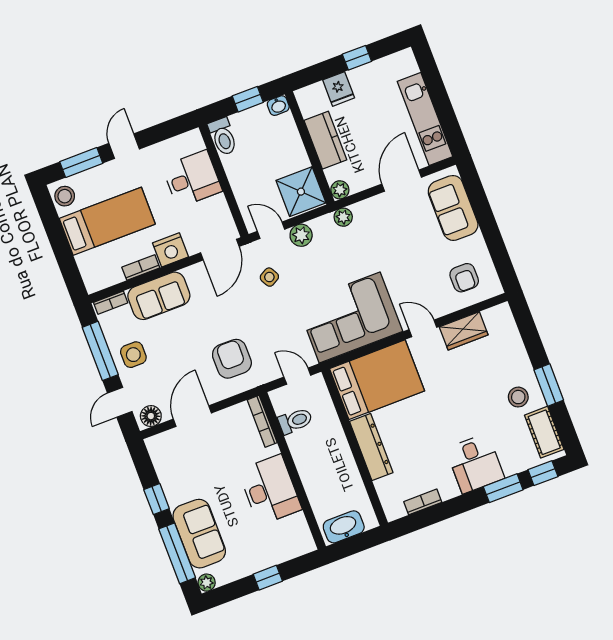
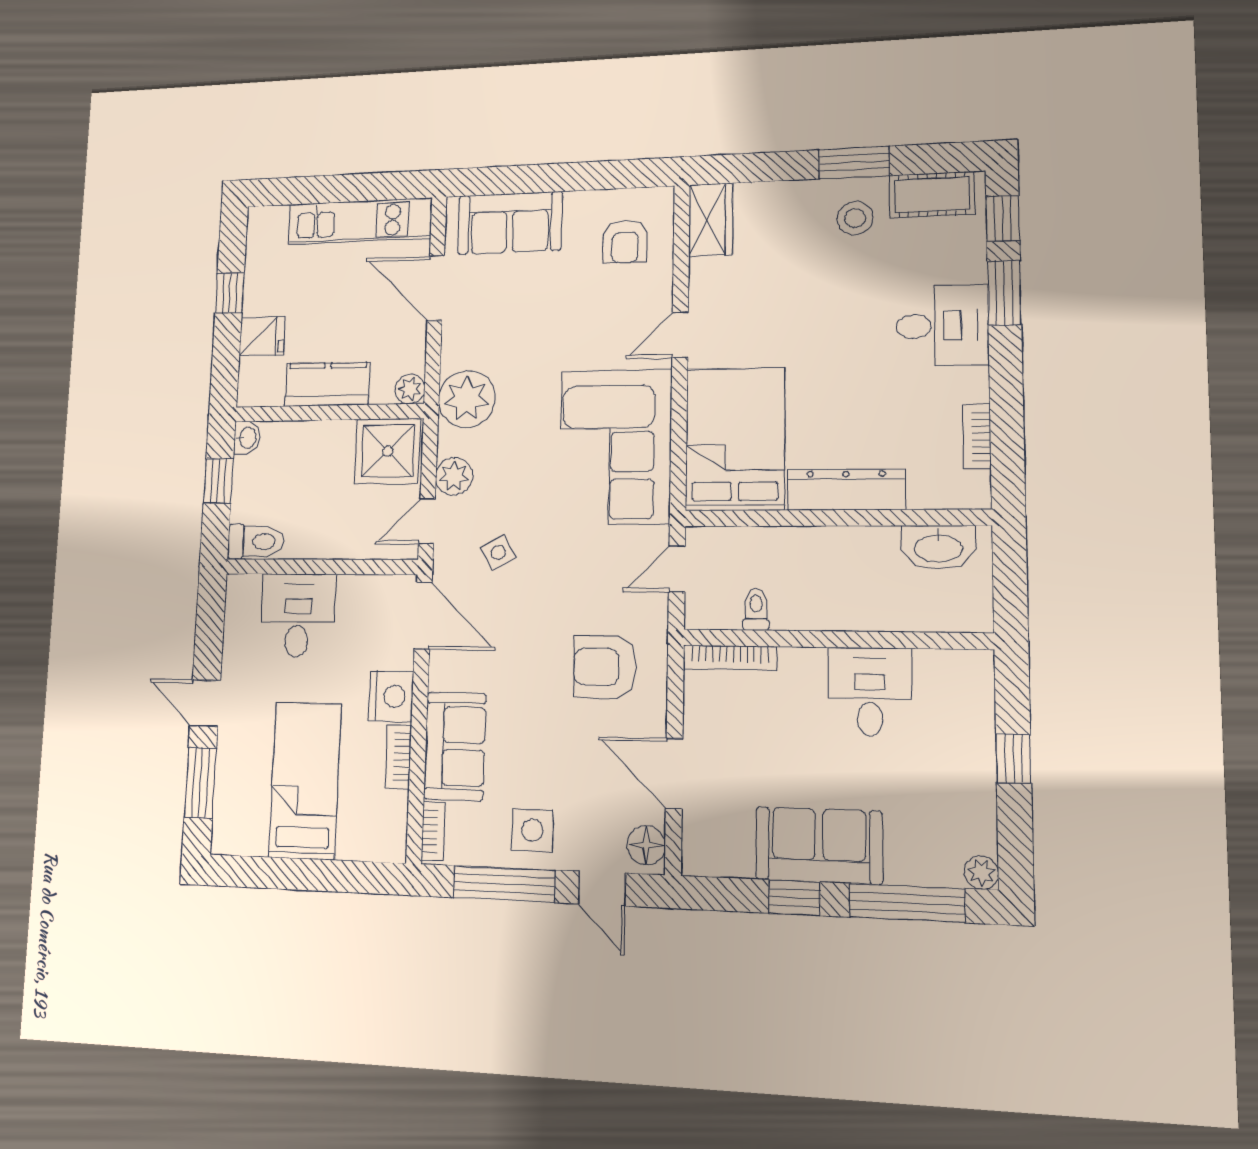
stool: (65, 196) -> (239, 833), removed
plant: (343, 217) -> (467, 399), width x1.88, depth x1.88
armchair: (464, 278) -> (625, 242), turned 90
wardrobe: (464, 331) -> (711, 220), moved
toilet: (295, 421) -> (756, 609), width x0.73, depth x0.72
desk: (270, 490) -> (870, 692), width x0.73
washbasin: (344, 527) -> (938, 547), moved, turned -90
sofa: (199, 534) -> (819, 845), moved

